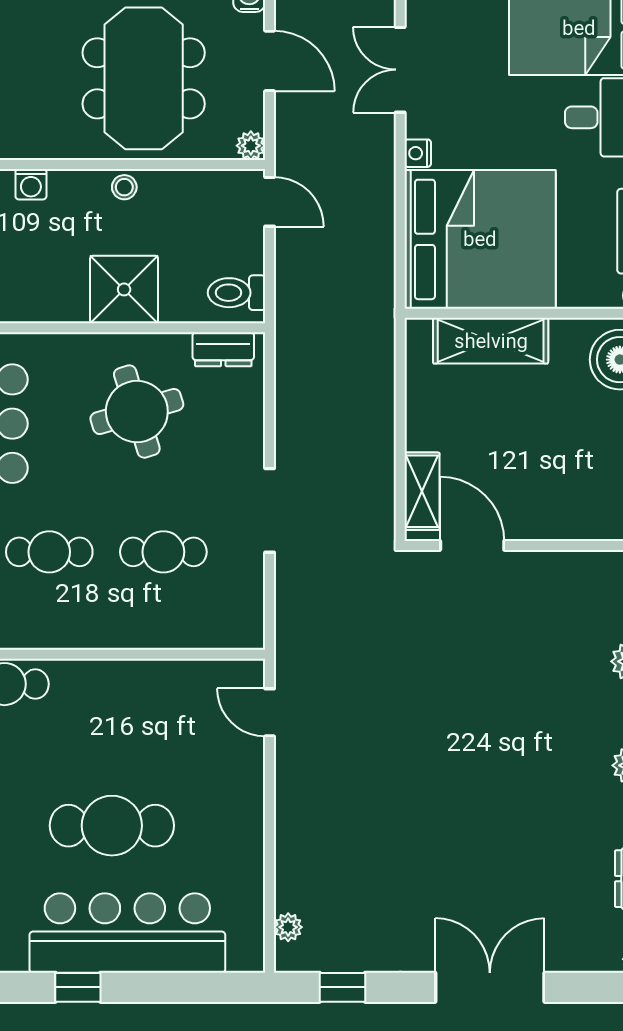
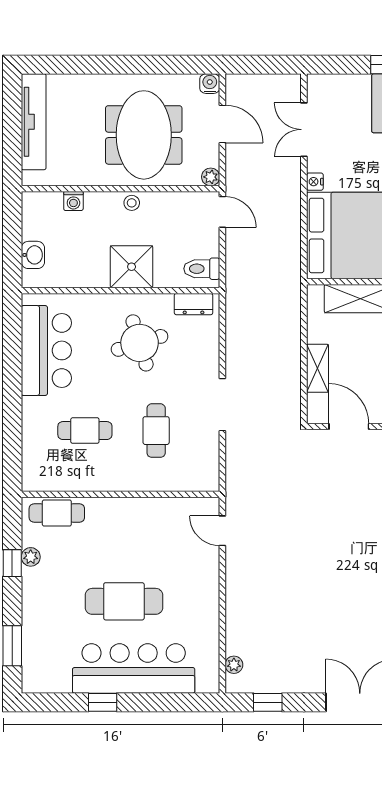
shelving: (422, 491) -> (318, 368), moved
cafe table: (163, 552) -> (156, 431), turned 90

